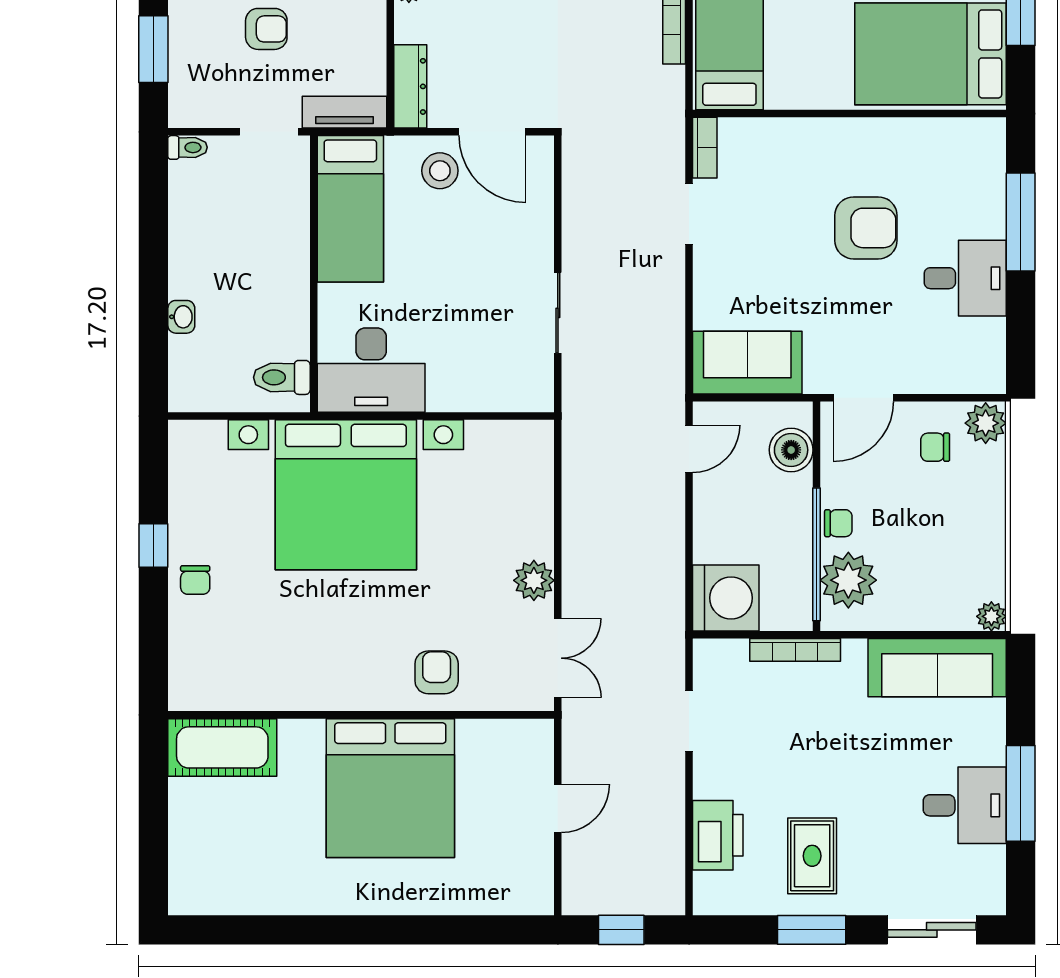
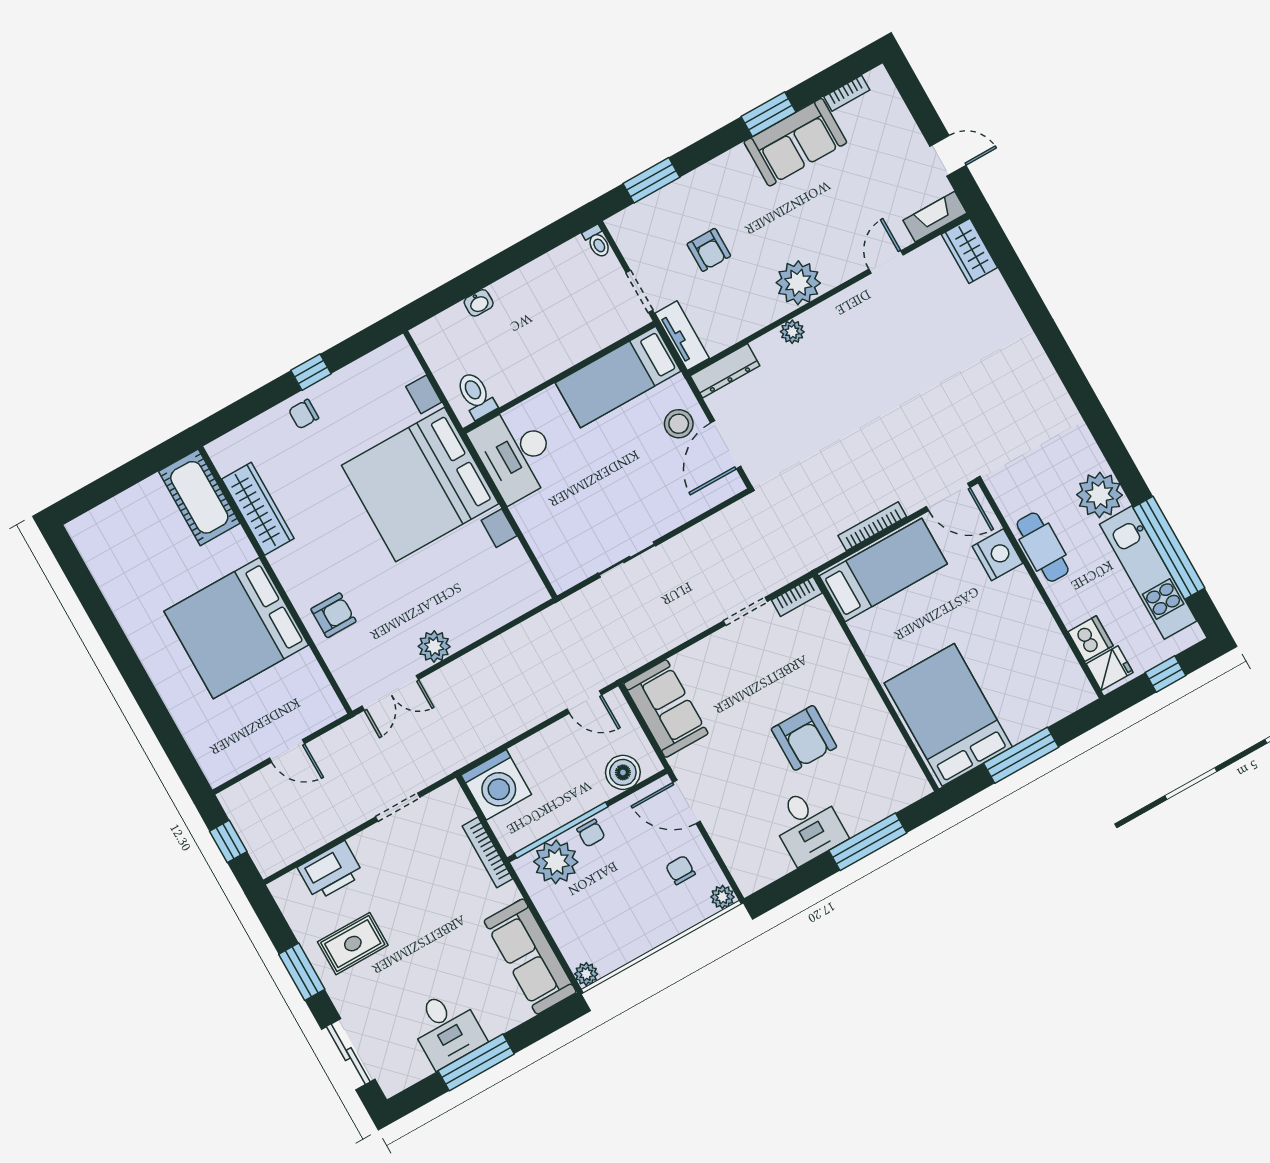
plant: (986, 423) -> (722, 897), width x0.73, depth x0.73
wardrobe: (271, 690) -> (258, 509), added

